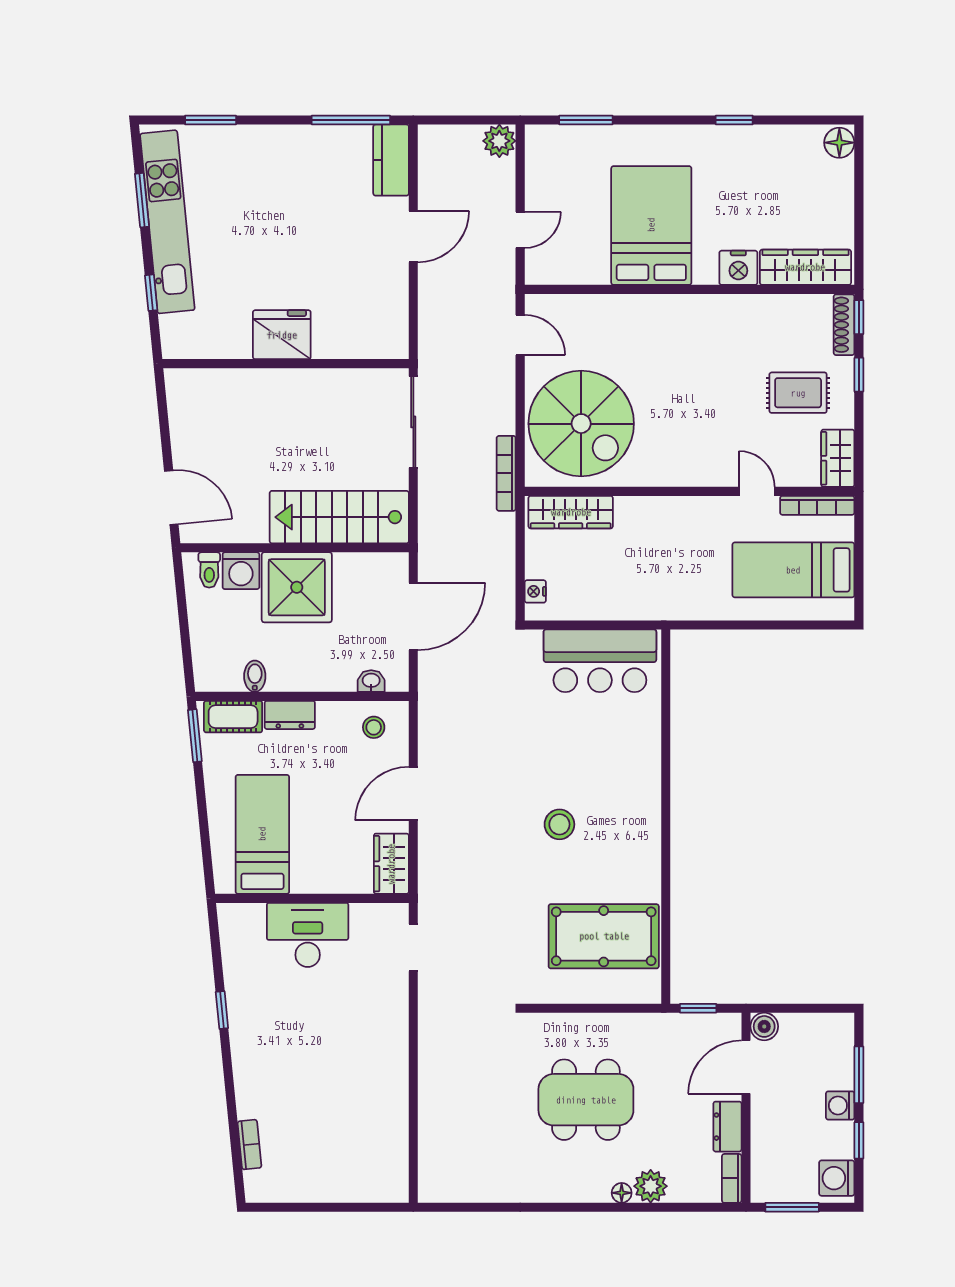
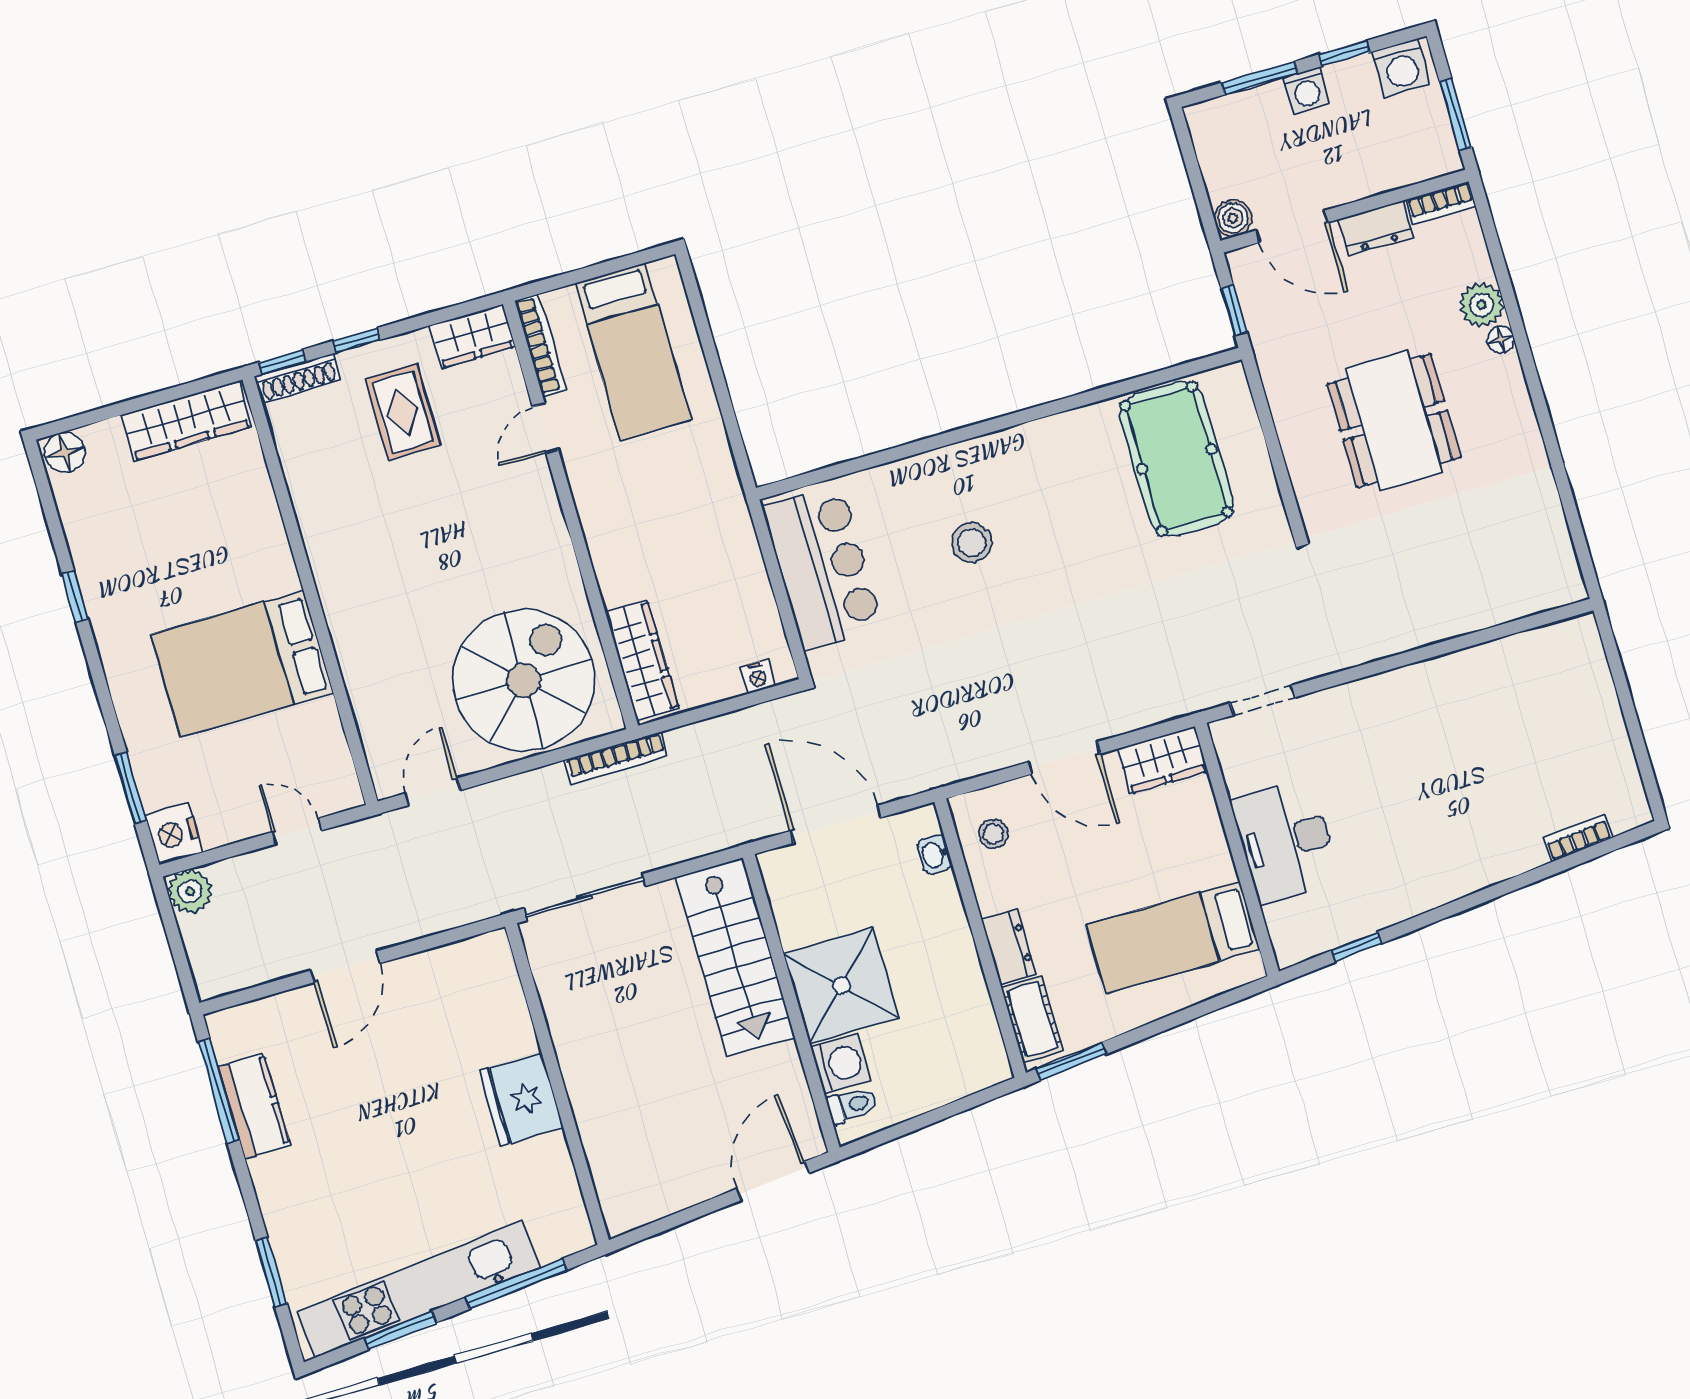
kitchen counter: (391, 160) -> (254, 1106), moved, turned -90
door: (413, 237) -> (346, 967), swing flipped
wardrobe: (805, 267) -> (187, 421), moved, turned -90
nightstand: (738, 268) -> (174, 834), moved, turned 180
window: (151, 293) -> (516, 1284), width x2.17
bidet: (255, 676) -> (972, 1006), removed
stool: (559, 824) -> (972, 543), moved
window: (222, 1010) -> (1357, 947), moved

